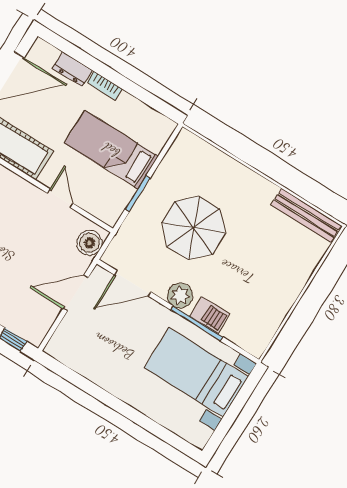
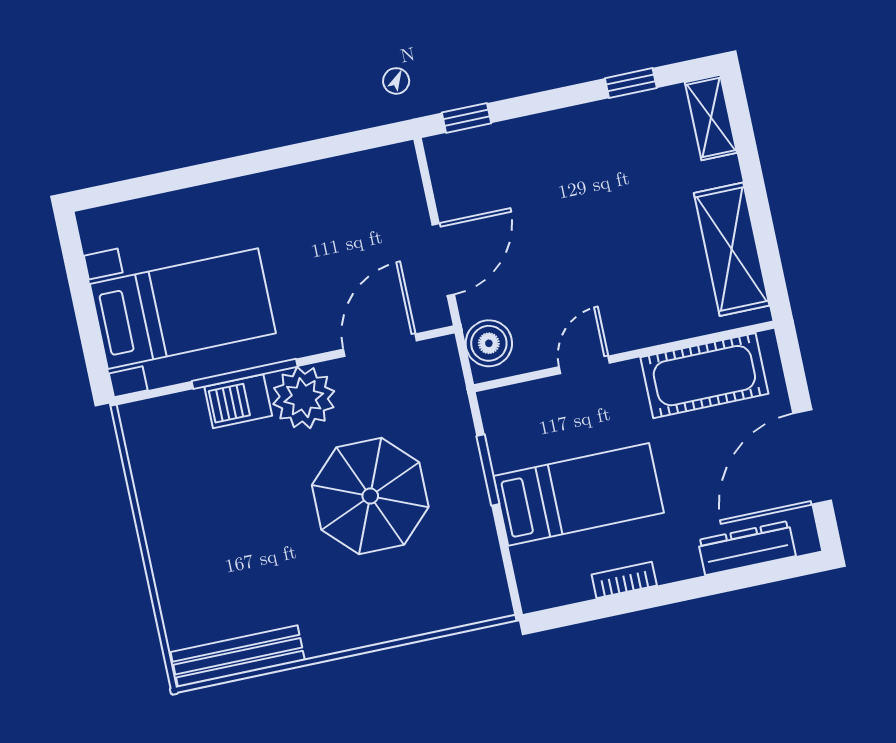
dresser: (72, 69) -> (747, 548), width x1.44
bookcase: (105, 86) -> (624, 580), moved
door: (60, 198) -> (584, 365), swing flipped
plant: (180, 296) -> (304, 398), width x1.36, depth x1.36

